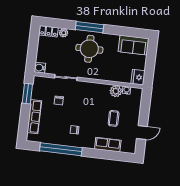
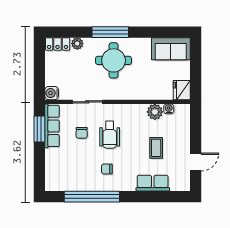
wheelchair: (80, 104) -> (110, 135), added
row of seats: (34, 117) -> (52, 126), moved

